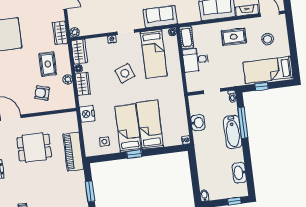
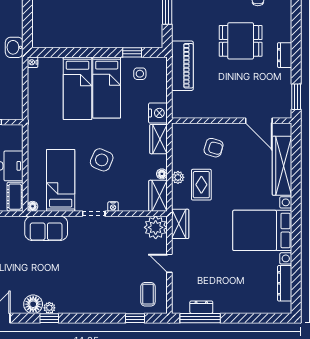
plant: (75, 32) -> (156, 227), width x1.87, depth x1.87
side table: (125, 73) -> (102, 160), turned 45
plant: (68, 79) -> (178, 177), moved
wardrobe: (83, 84) -> (159, 139), moved
washbasin: (198, 123) -> (14, 47), moved
dining table: (34, 147) -> (241, 41), moved
window: (134, 154) -> (132, 52), moved

